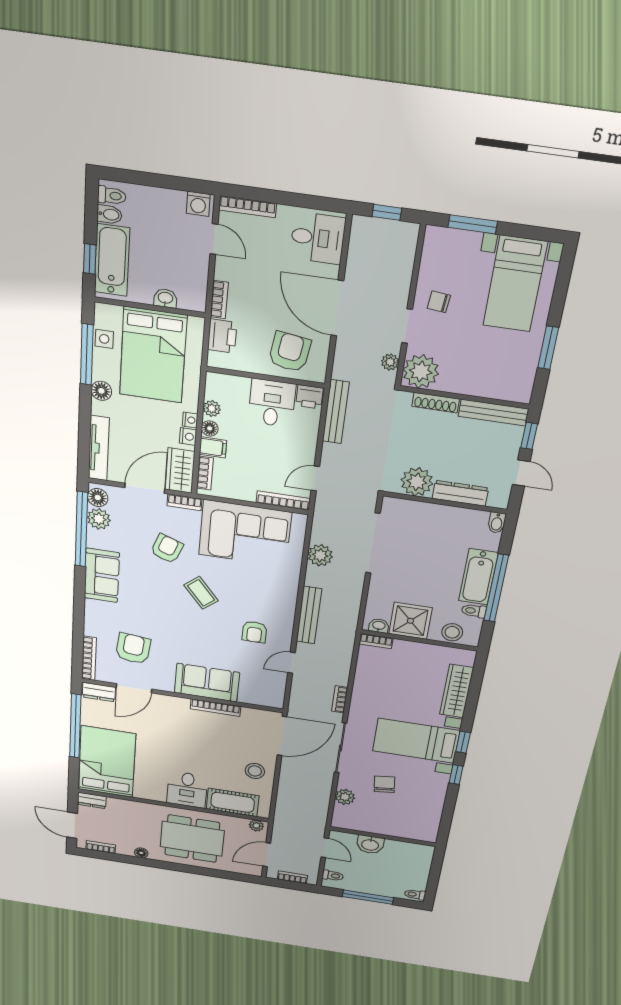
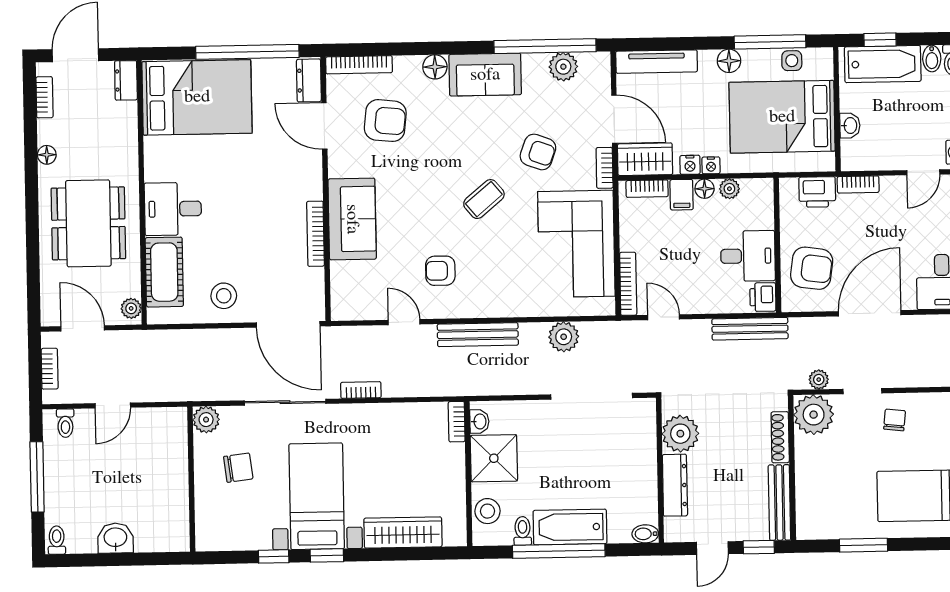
floor lamp: (98, 498) -> (435, 67), moved
wall: (383, 836) -> (191, 479), moved
washbasin: (370, 845) -> (115, 538), moved, turned 90

